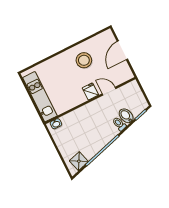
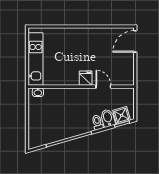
door: (122, 50) -> (135, 41), moved
stool: (84, 60) -> (94, 46), removed
shower: (79, 161) -> (122, 115), moved

